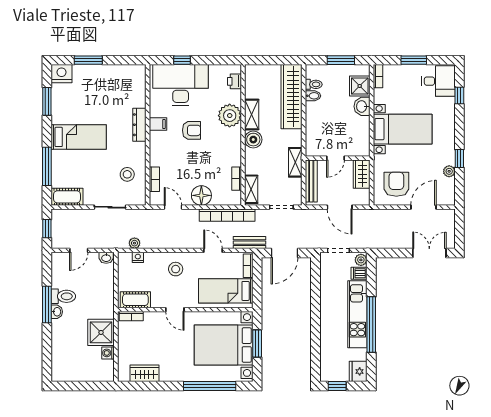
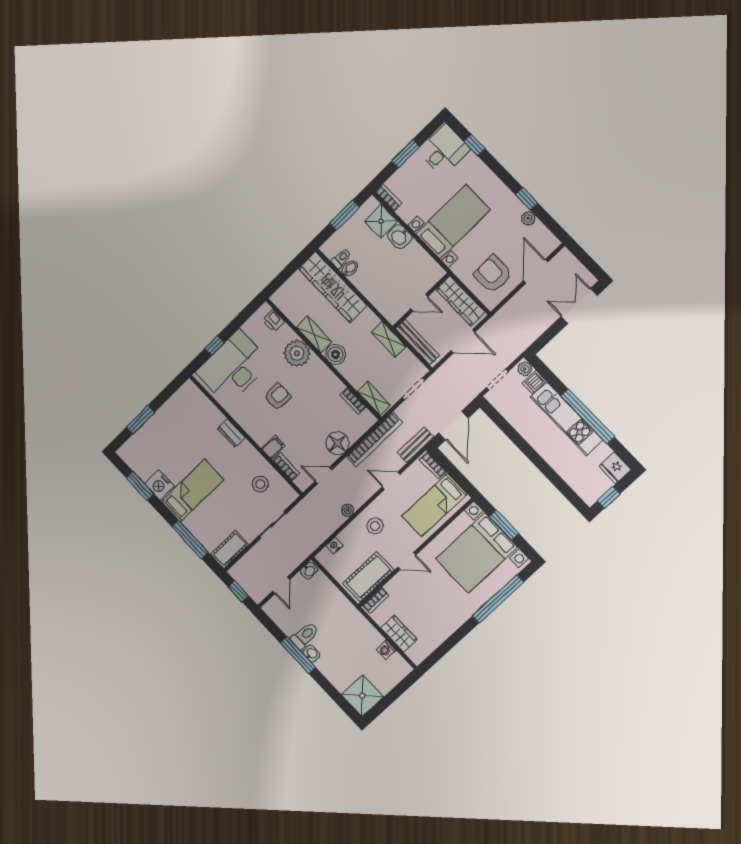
nightstand: (62, 74) -> (160, 485), moved, turned -90
filing cabinet: (158, 124) -> (273, 447), moved
dresser: (139, 125) -> (231, 433), width x0.70
door: (335, 158) -> (419, 303), hinge flipped
wardrobe: (362, 174) -> (460, 301), width x1.50
plant: (134, 243) -> (348, 510), moved
cot: (135, 300) -> (369, 577), width x1.37, depth x1.34
shower: (101, 332) -> (362, 696), moved
wardrobe: (145, 373) -> (399, 634), moved, turned 90

